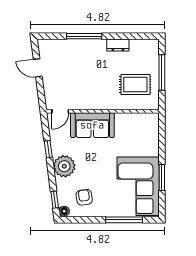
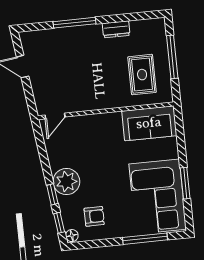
rug: (135, 84) -> (142, 75), turned 90
sofa: (92, 125) -> (149, 123), moved
window: (48, 149) -> (52, 194), moved
armchair: (84, 197) -> (94, 216), turned 99

